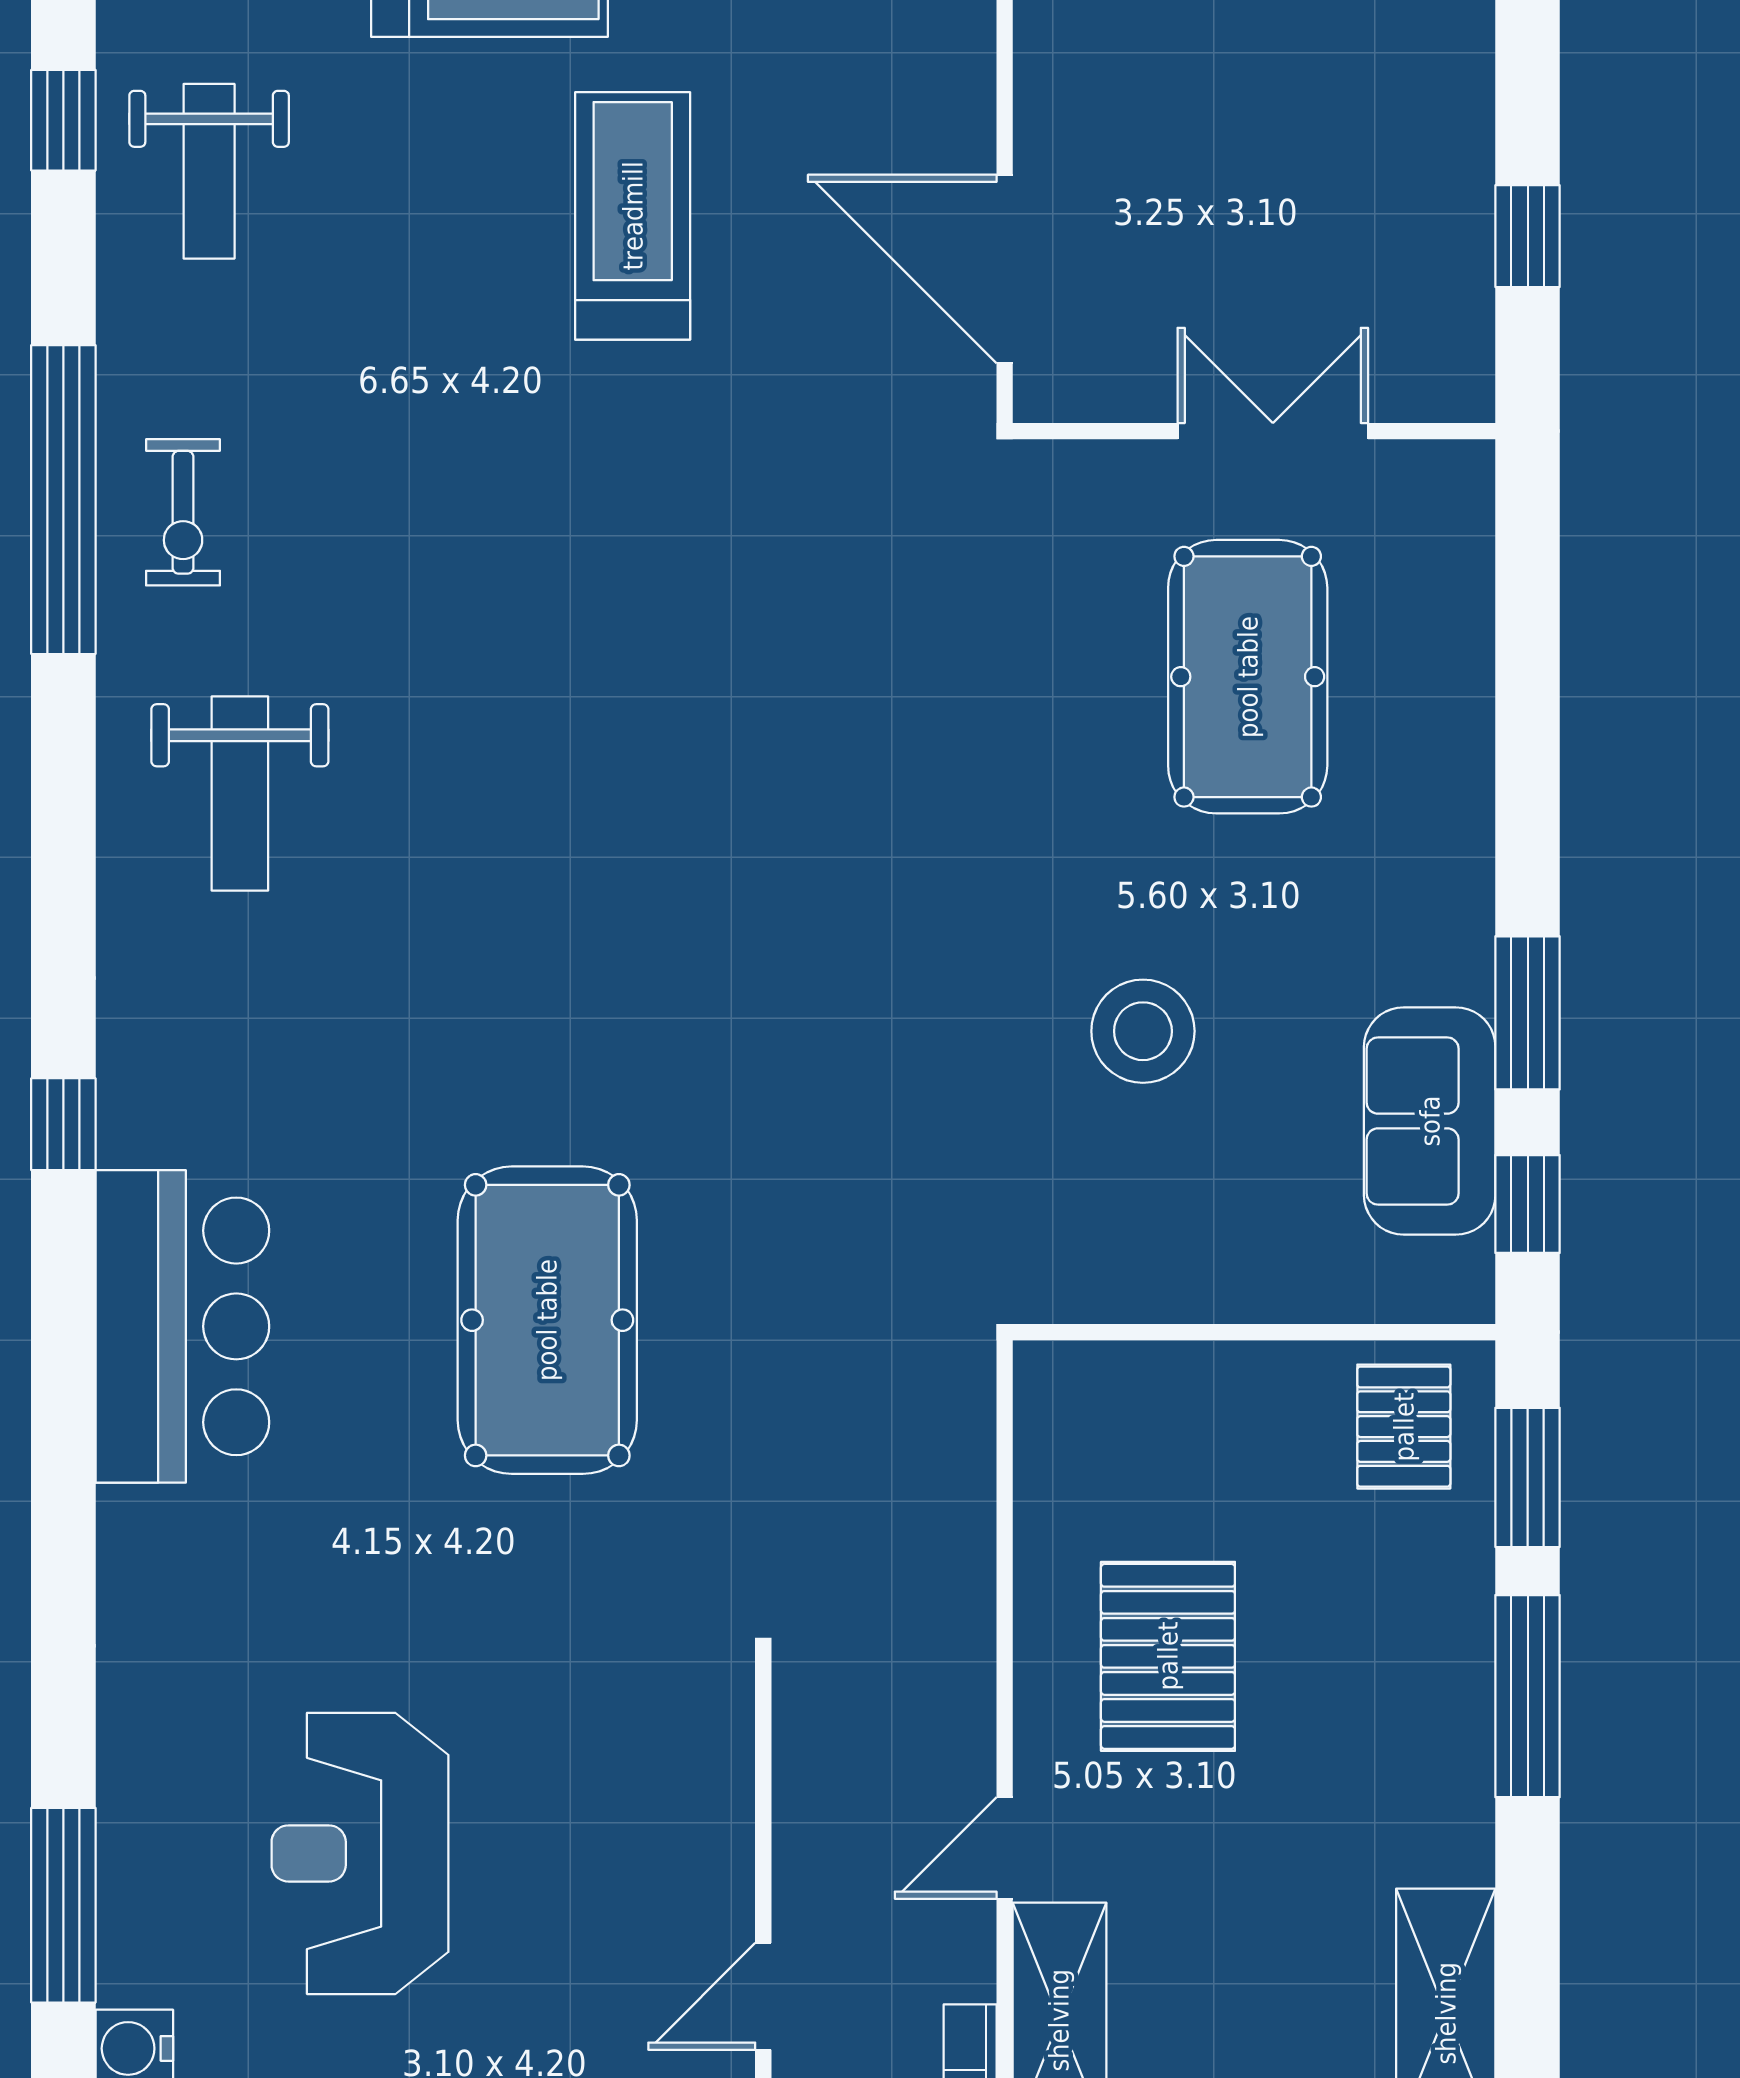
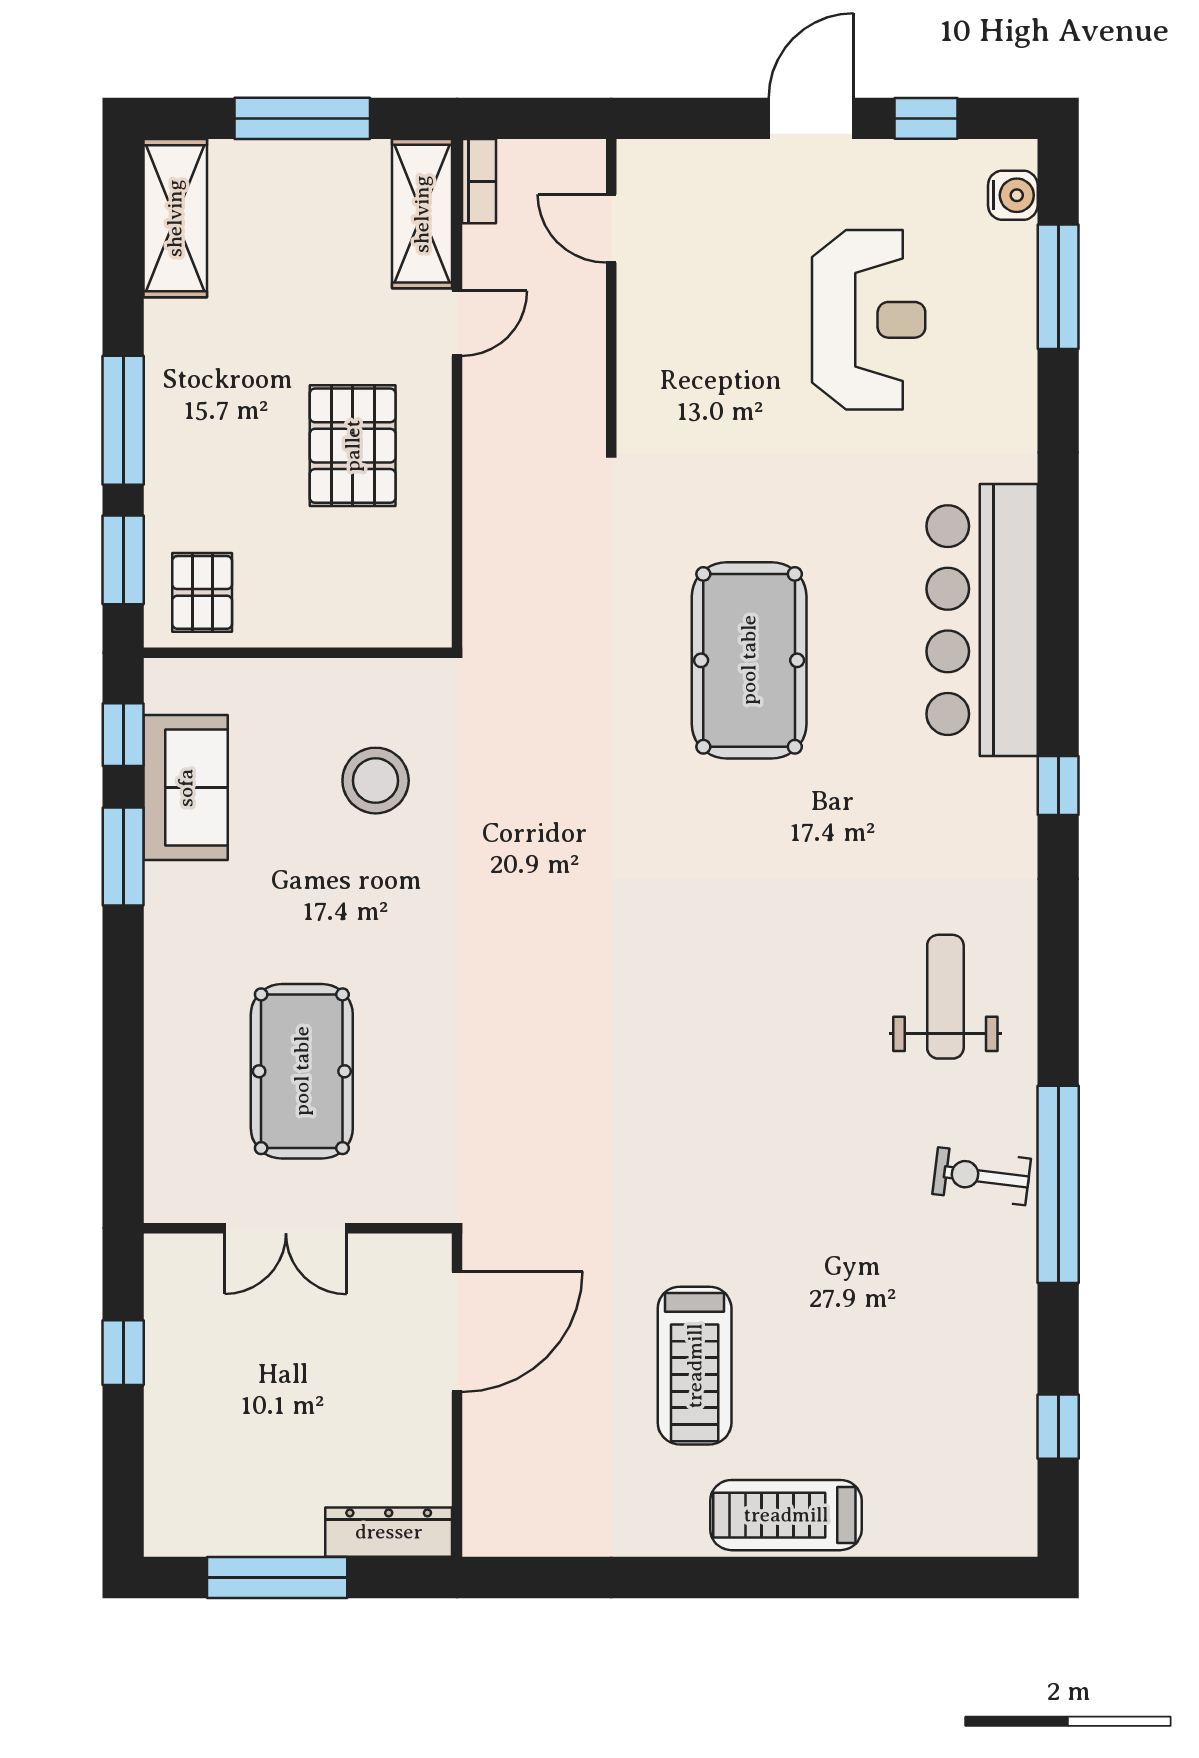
weight bench: (209, 171) -> (965, 1394), removed
door: (1005, 269) -> (457, 1332), hinge flipped
exercise bike: (183, 512) -> (982, 1176), turned -83
stool: (1143, 1031) -> (376, 781), moved
bar counter: (182, 1326) -> (982, 620), width x1.36
door: (763, 1996) -> (611, 229), swing flipped

